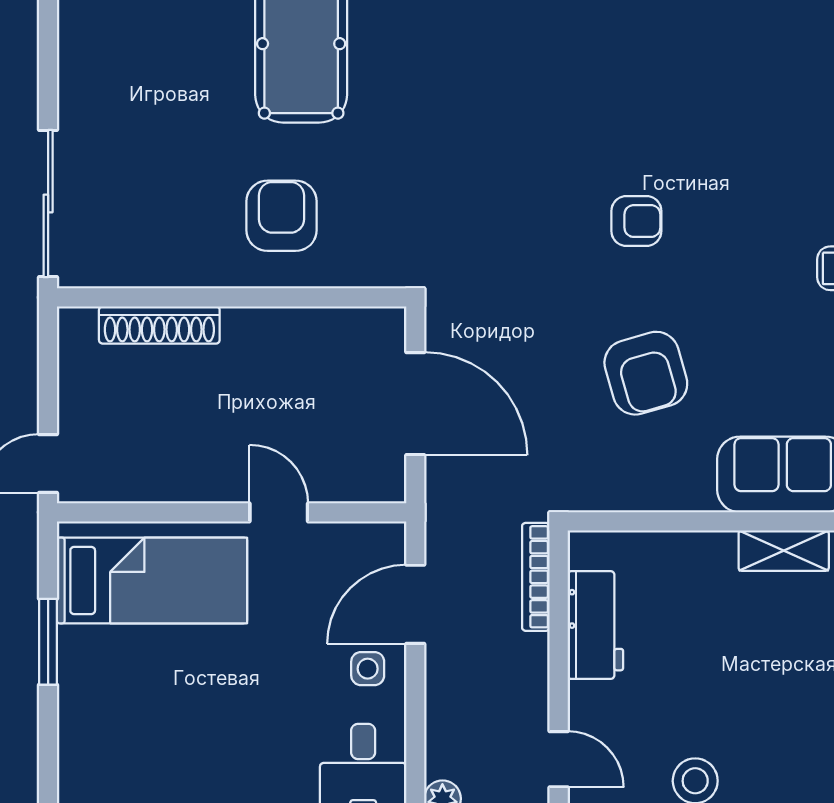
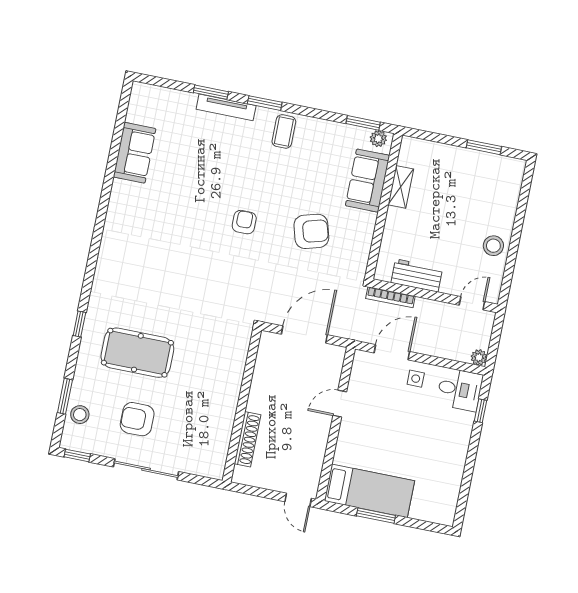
sliding door: (48, 204) -> (146, 469), moved
armchair: (282, 216) -> (137, 419), moved
bed: (152, 580) -> (369, 491), moved, turned 90
door: (415, 604) -> (392, 352), swing flipped

